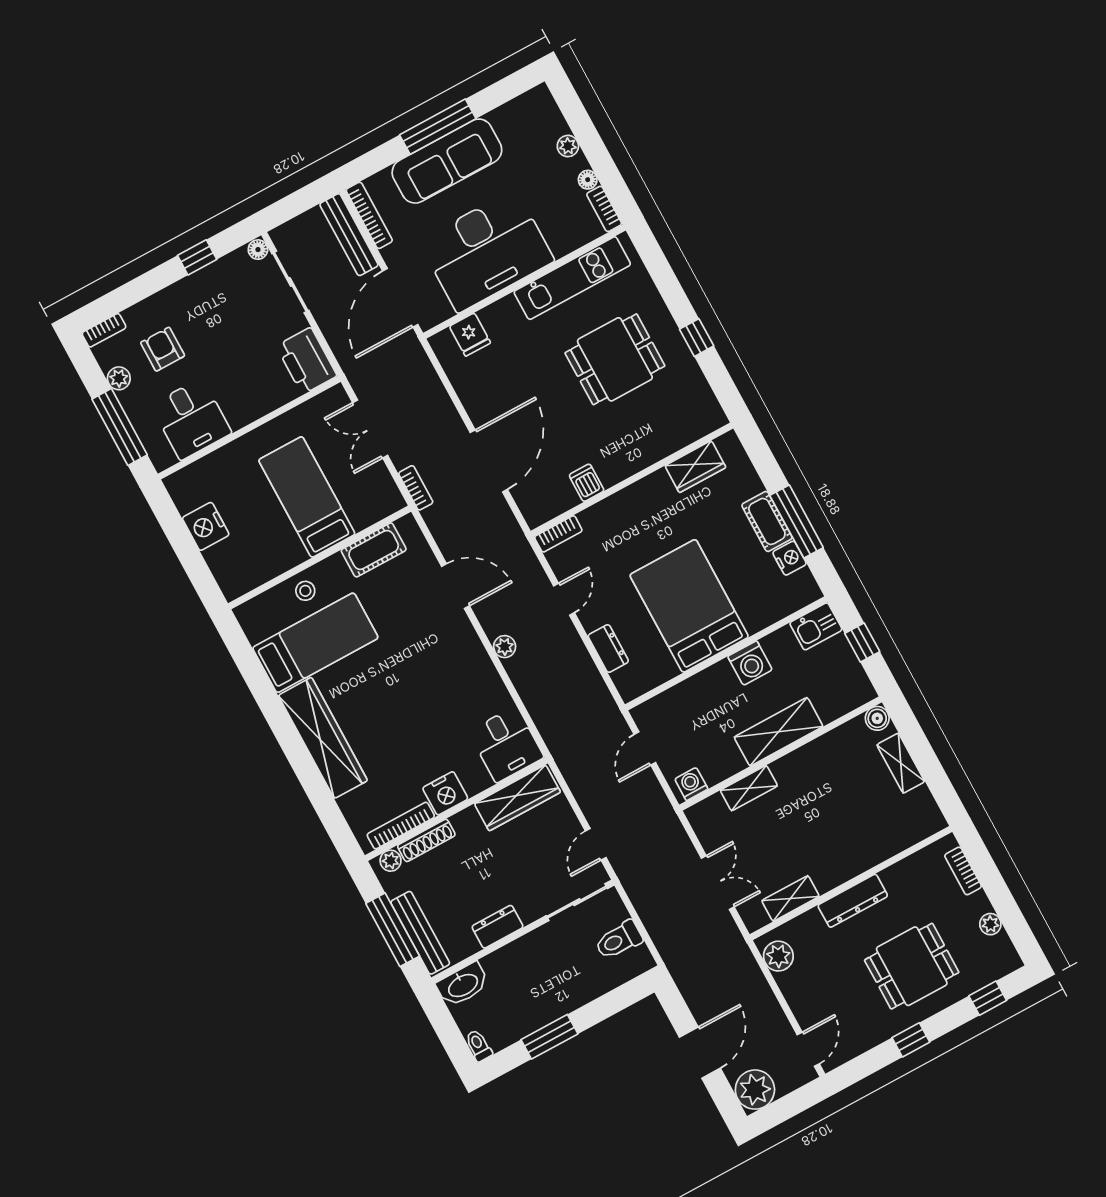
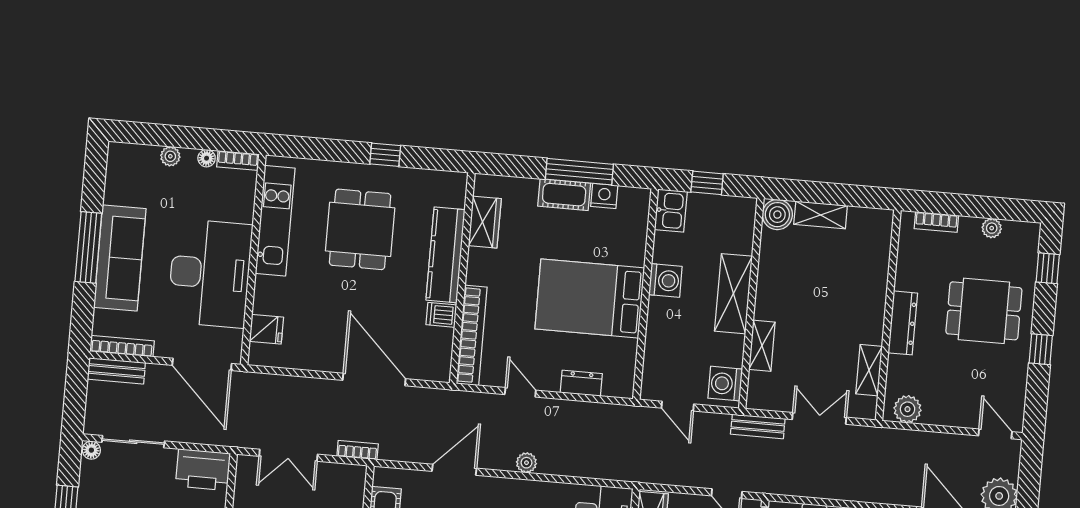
bench: (349, 235) -> (116, 371), width x0.73
kitchen counter: (643, 451) -> (446, 255), added
bookcase: (558, 534) -> (472, 335), width x2.31, depth x1.31
boiler: (877, 718) -> (777, 215), width x1.36, depth x1.36
washing machine: (691, 784) -> (725, 384), width x1.38, depth x1.38
bench: (674, 832) -> (758, 426), added
dining table: (912, 966) -> (984, 311), turned 90

